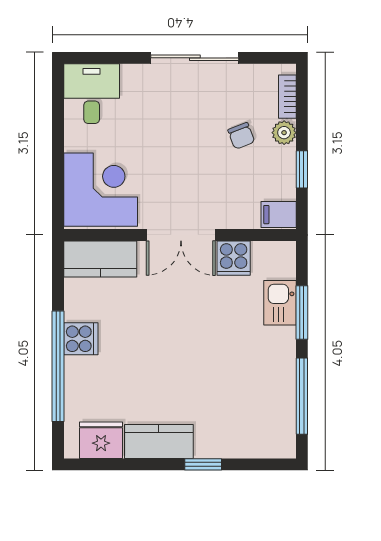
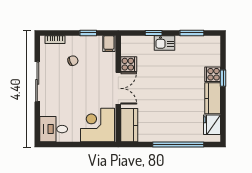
plant: (284, 133) -> (71, 41), removed
kitchen sink: (280, 303) -> (165, 43), moved
window: (302, 313) -> (154, 33), width x0.67
cooker: (81, 339) -> (213, 74), moved, turned -90
window: (302, 396) -> (192, 33), width x0.69

